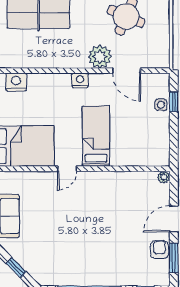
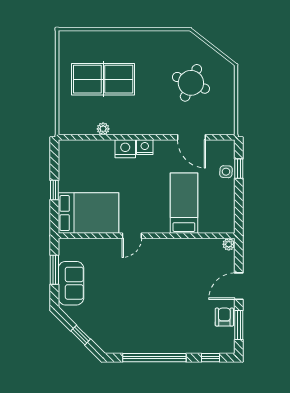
plant: (100, 57) -> (103, 129), moved, width x0.53, depth x0.53
nightstand: (16, 82) -> (125, 149), moved
bed: (96, 136) -> (184, 203), moved

